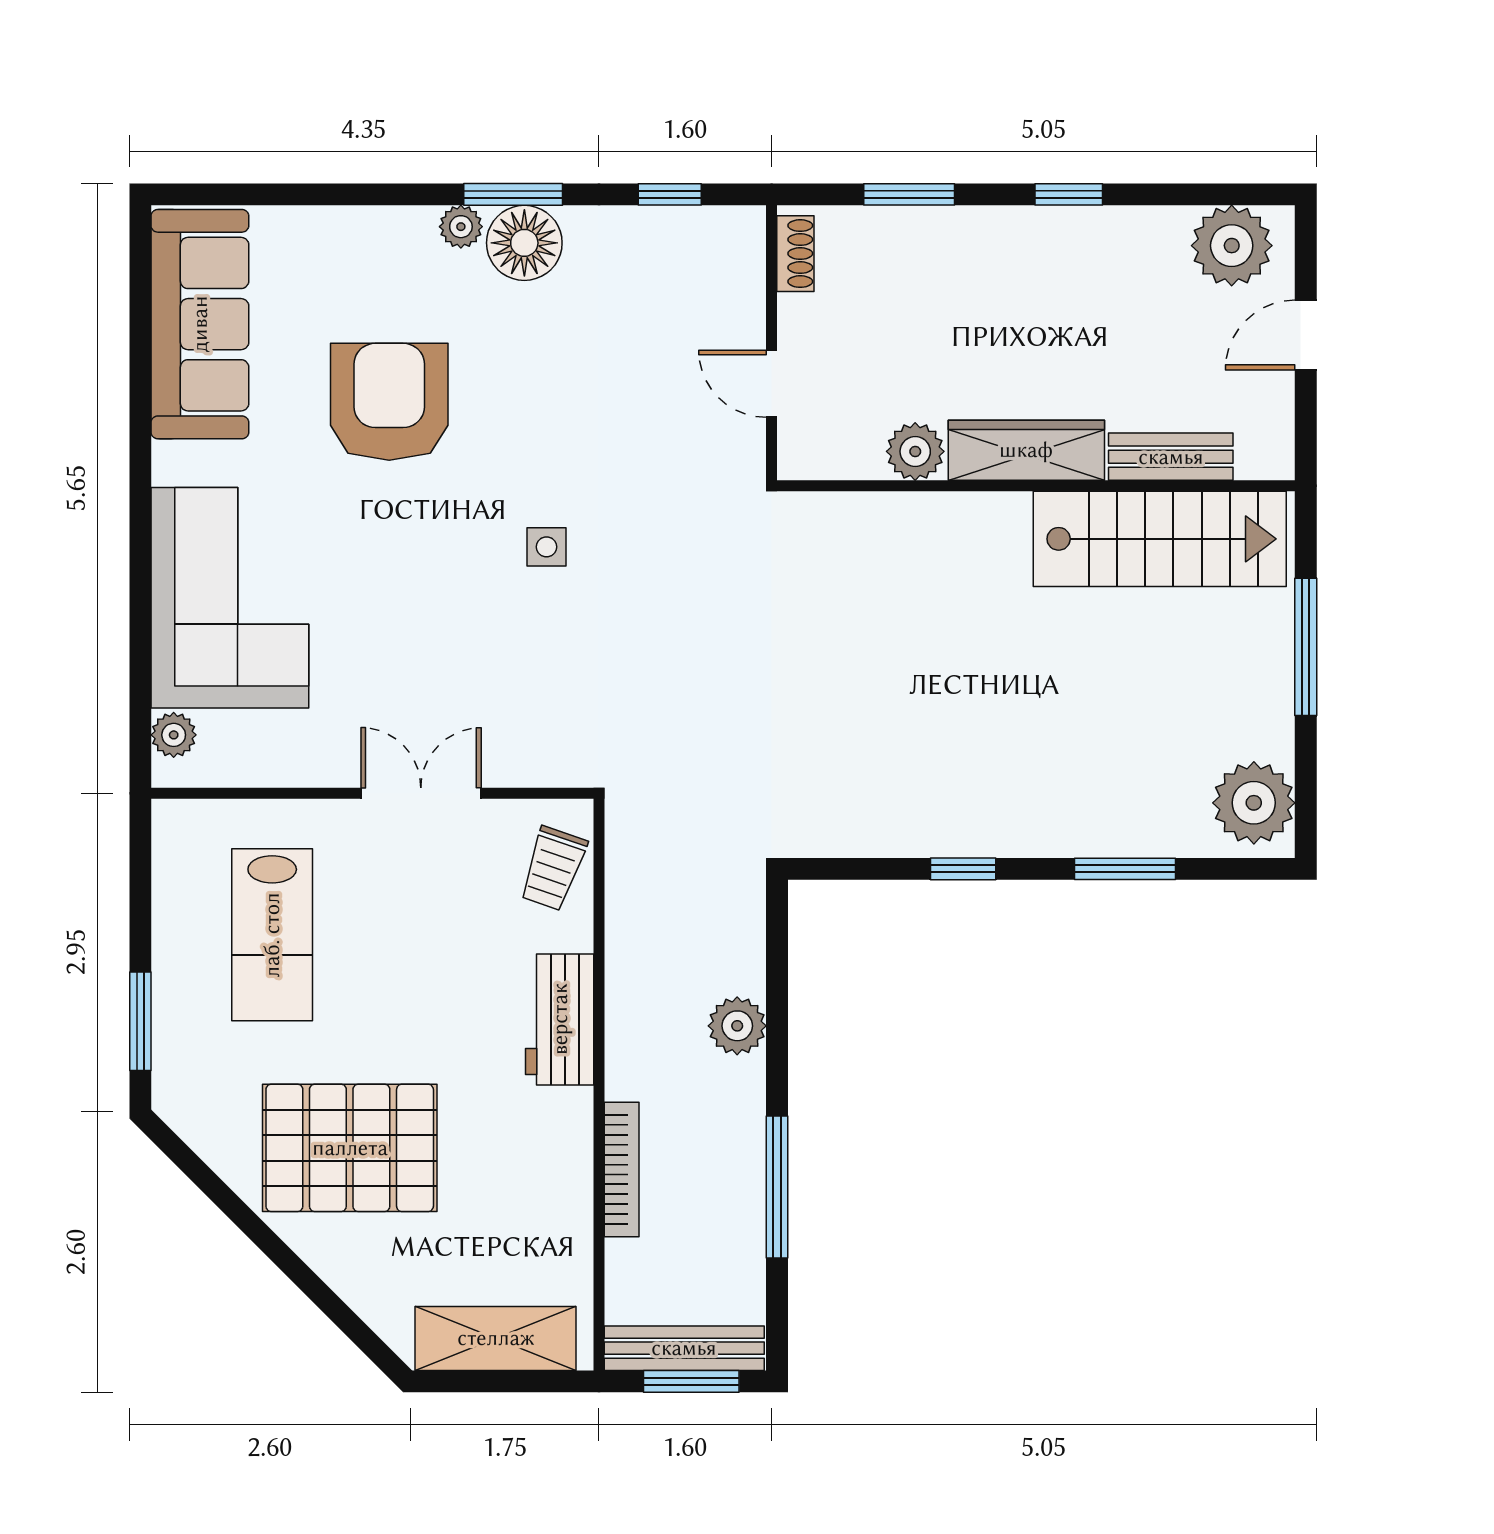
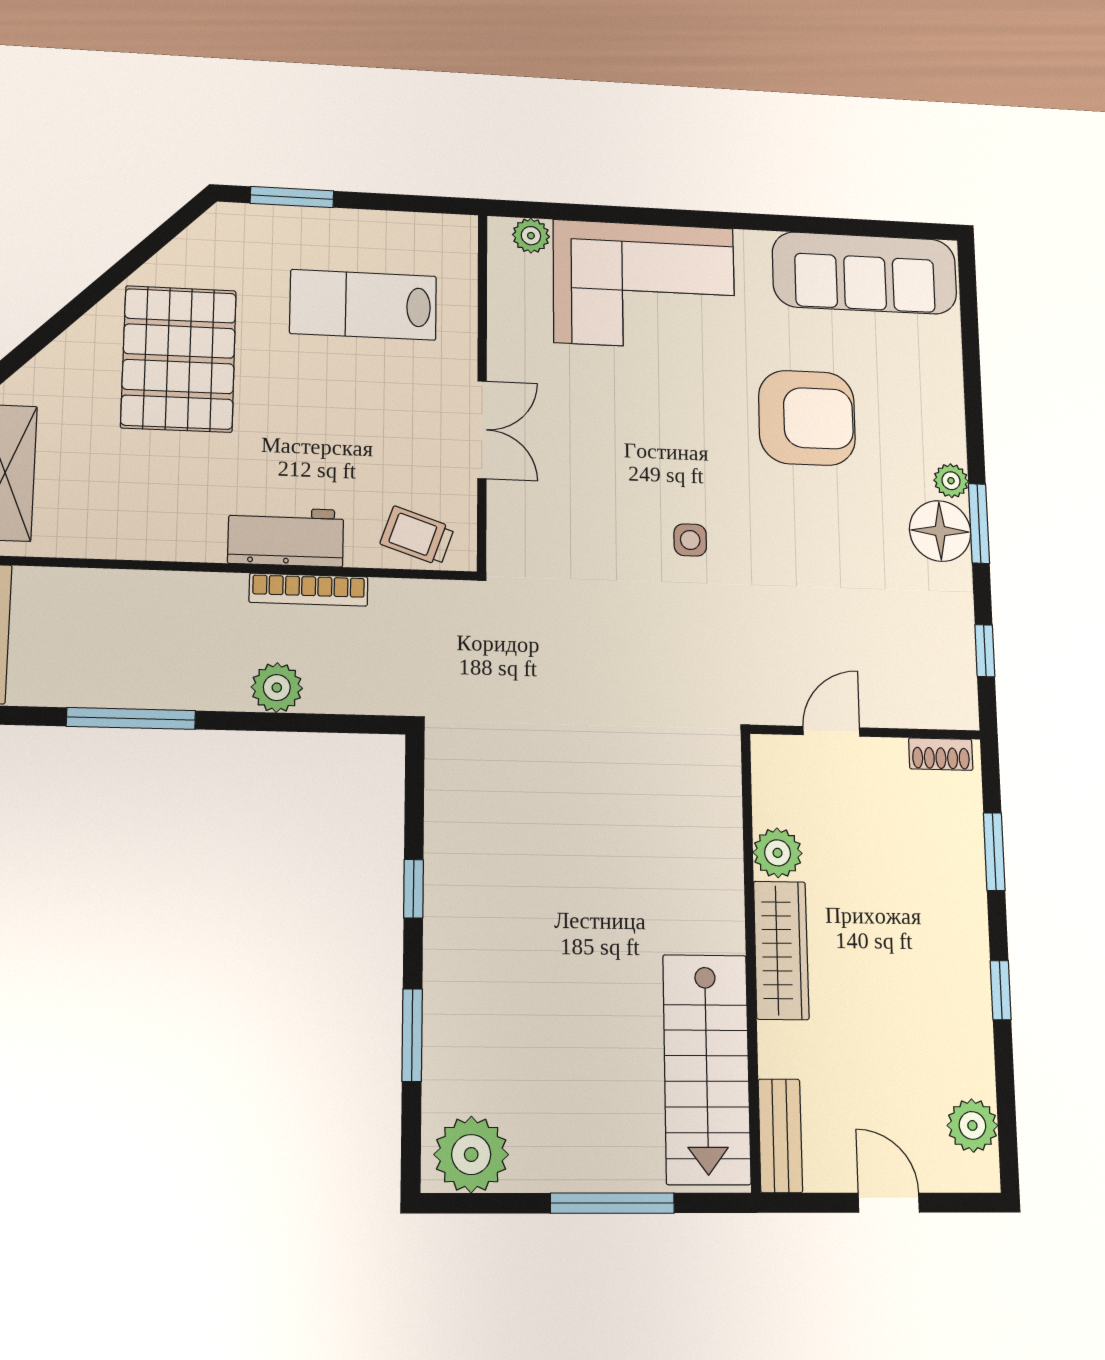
plant: (1232, 246) -> (972, 1125), width x0.73, depth x0.73
bench: (1171, 457) -> (780, 1136), moved
bookcase: (622, 1170) -> (309, 590), moved

